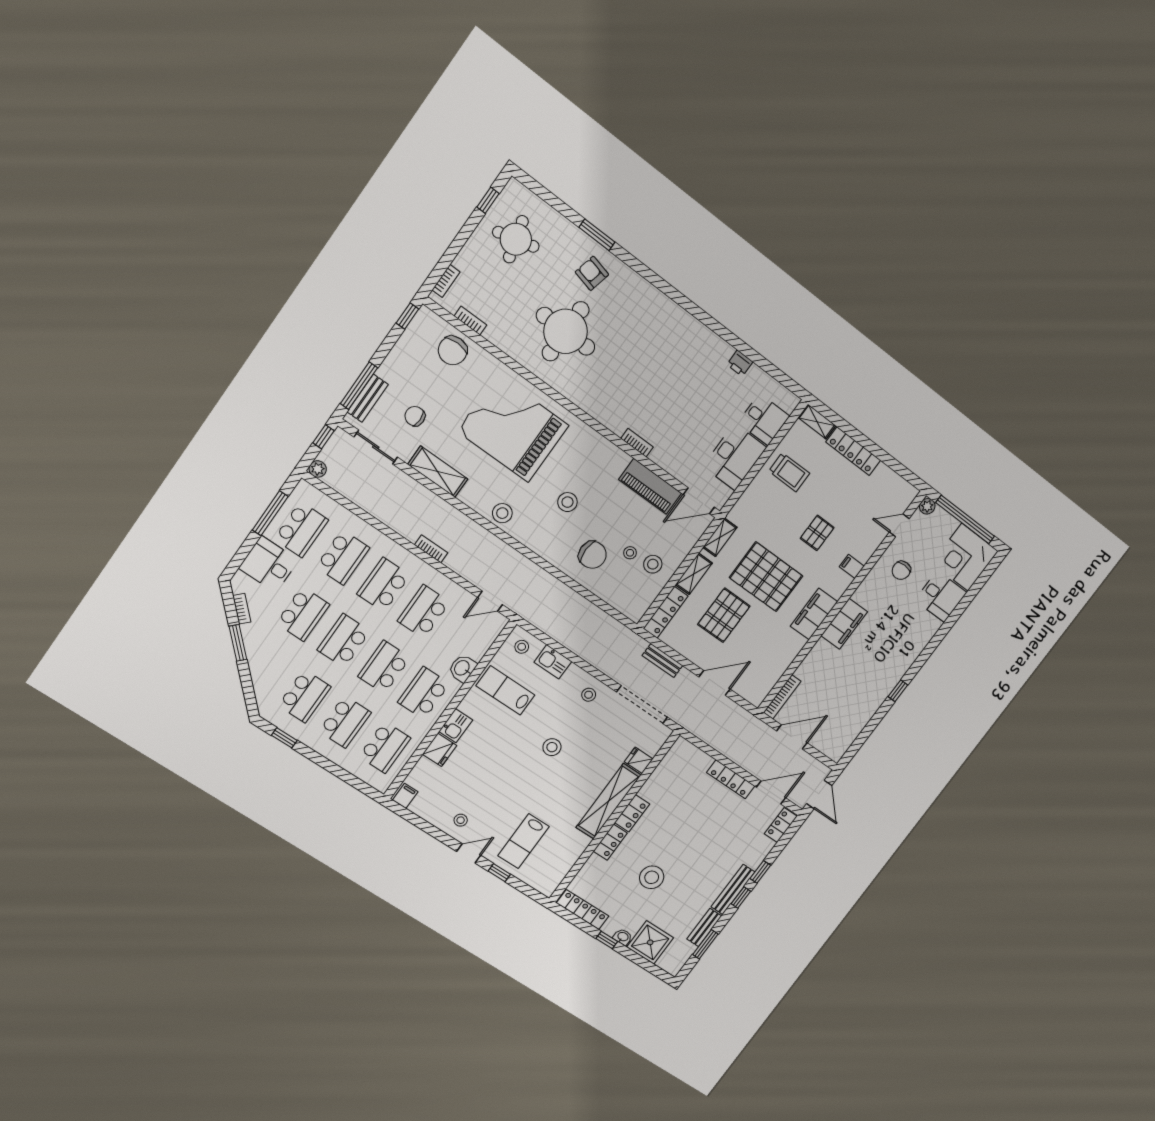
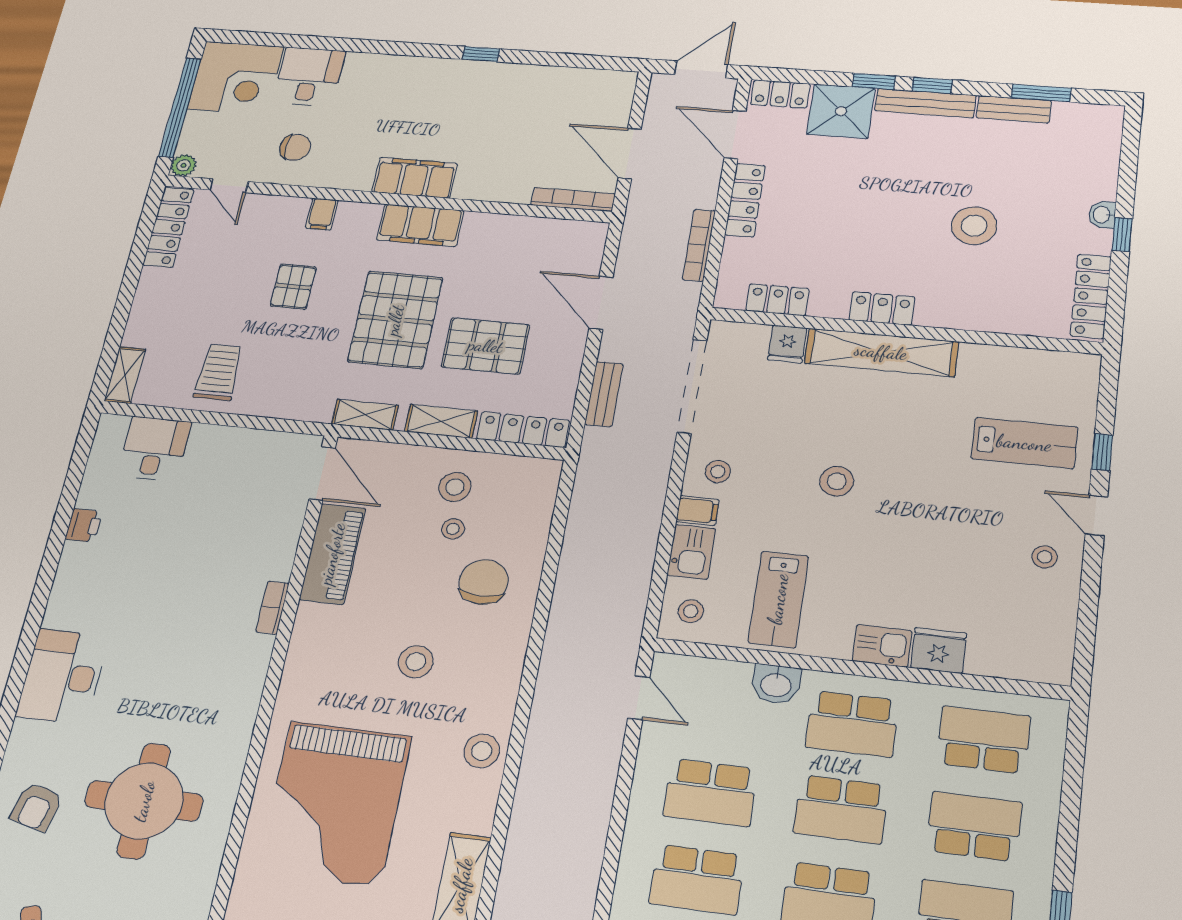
locker: (853, 451) -> (169, 227), moved
desk: (735, 457) -> (62, 676), moved, turned -90
pallet: (817, 533) -> (293, 287), turned 90
bookcase: (431, 549) -> (699, 245), moved, width x1.56
filing cabinet: (405, 796) -> (697, 511), moved, turned 180
locker: (610, 842) -> (777, 300), moved
shower: (650, 942) -> (841, 111), moved

